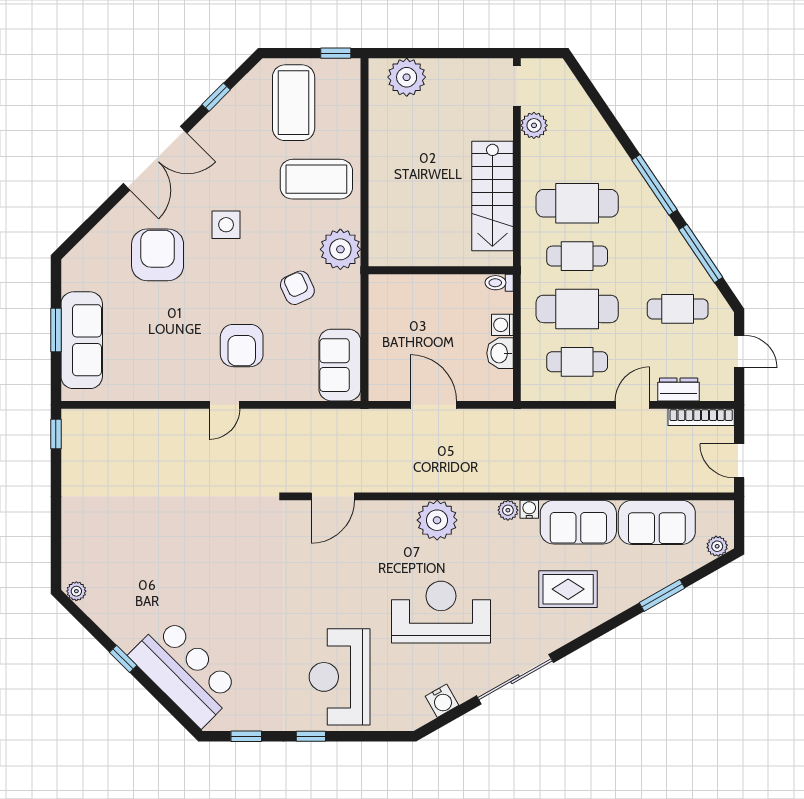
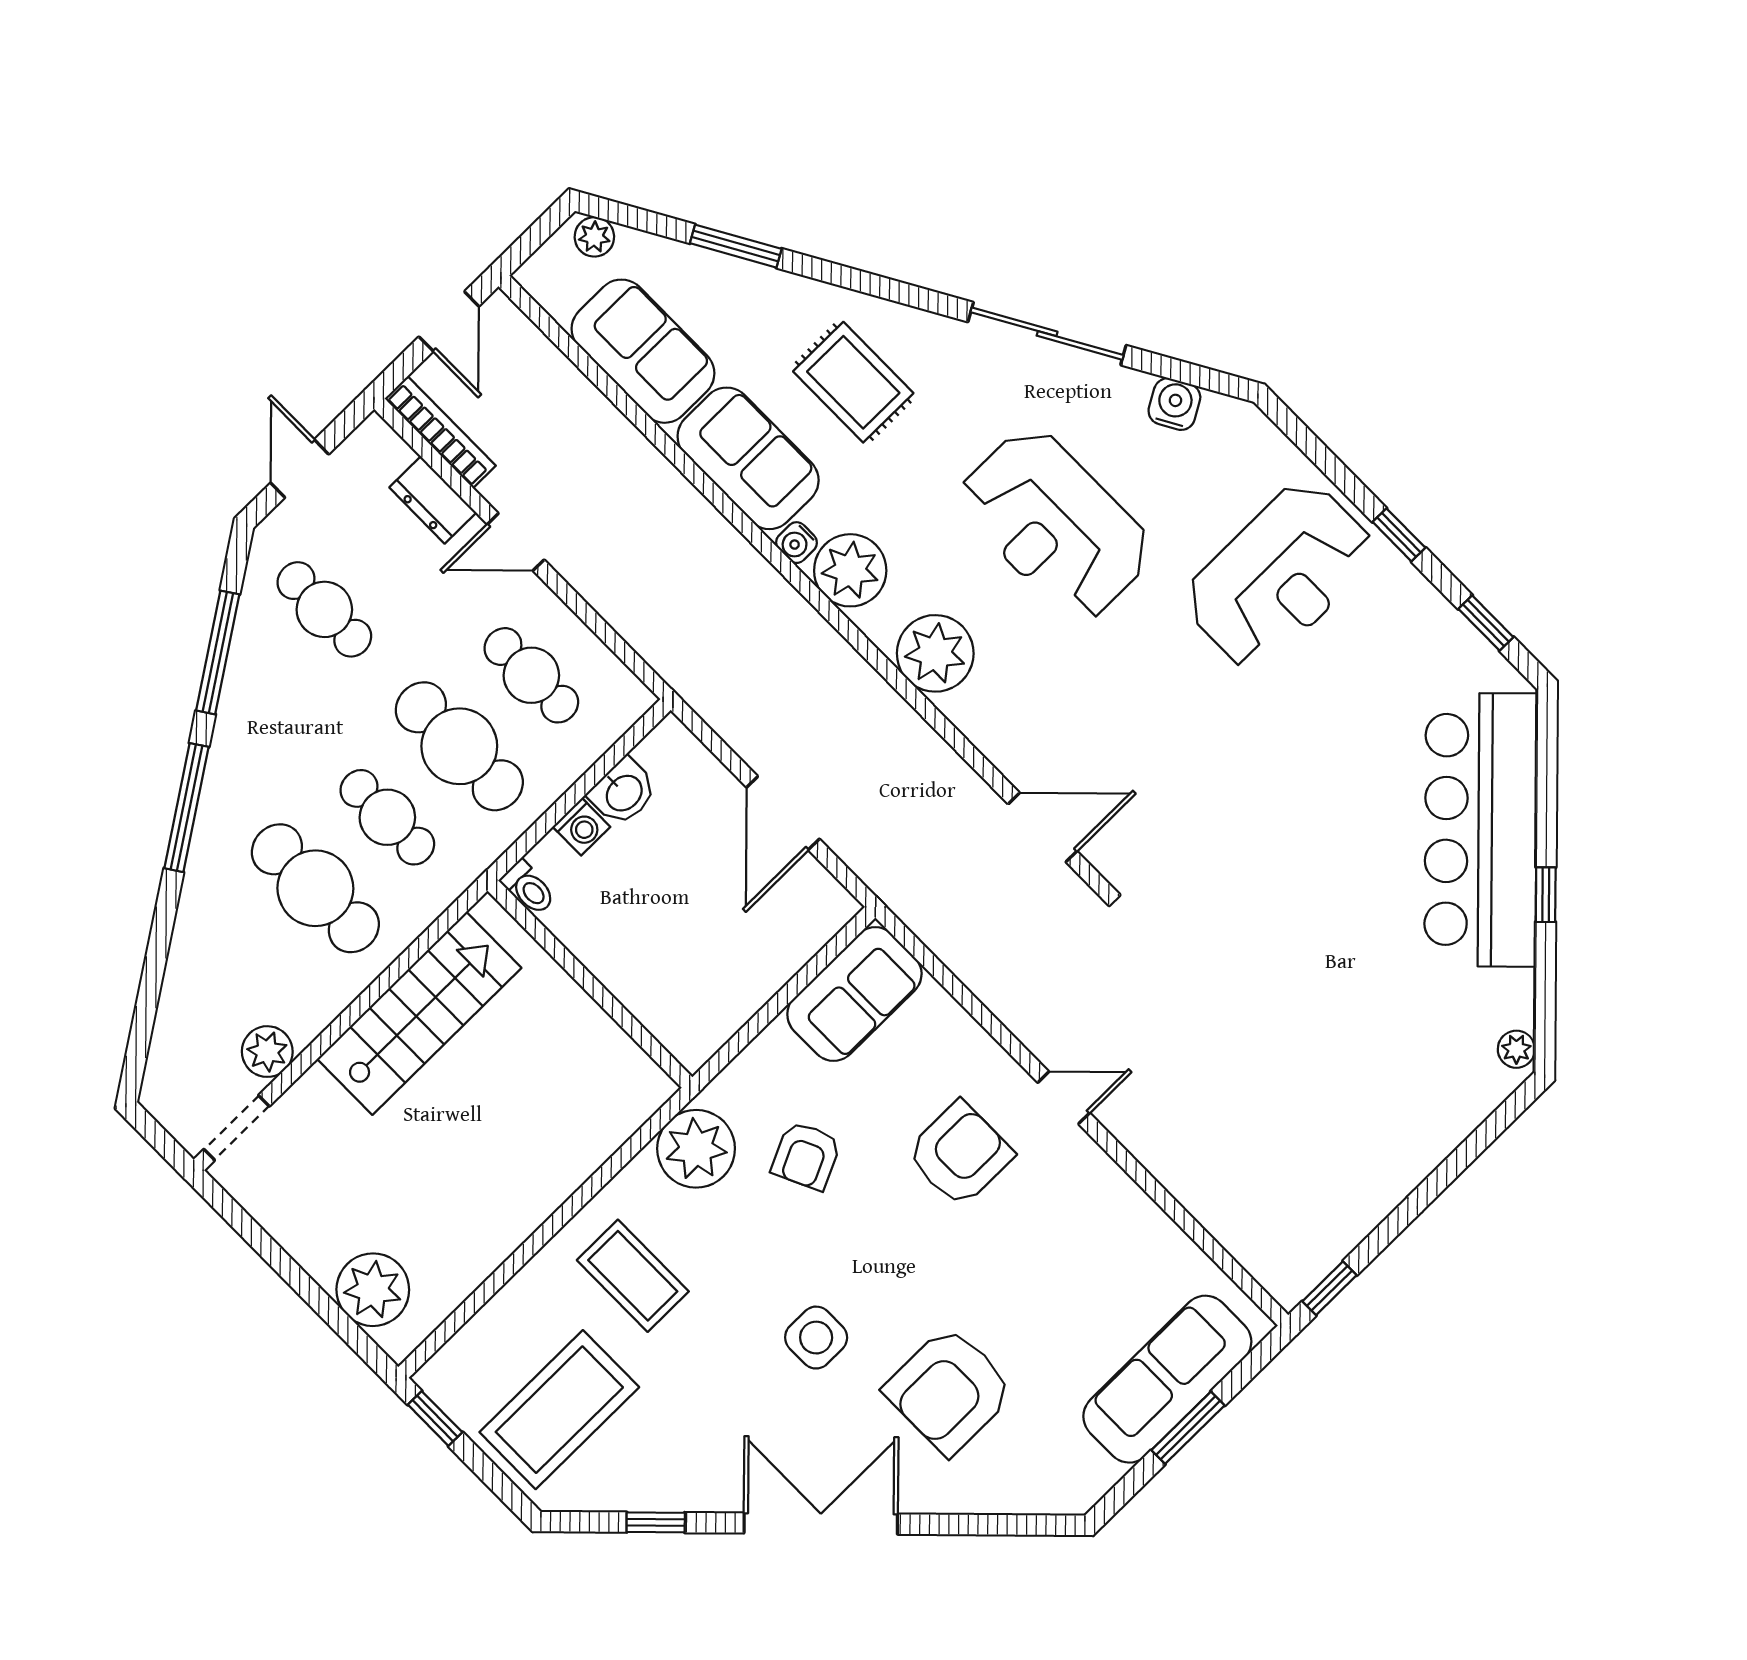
coffee table: (316, 179) -> (633, 1276), width x0.73, depth x0.76
plant: (508, 510) -> (850, 570), width x1.87, depth x1.87
bar counter: (185, 672) -> (1481, 830), width x1.36

